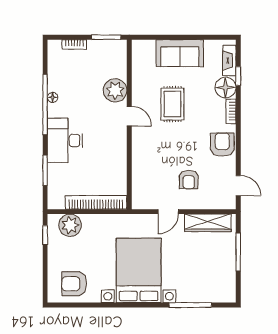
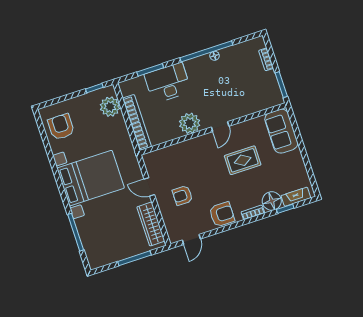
sofa: (180, 53) -> (281, 131), moved
plant: (115, 90) -> (190, 123), moved
desk: (65, 141) -> (168, 83), moved

